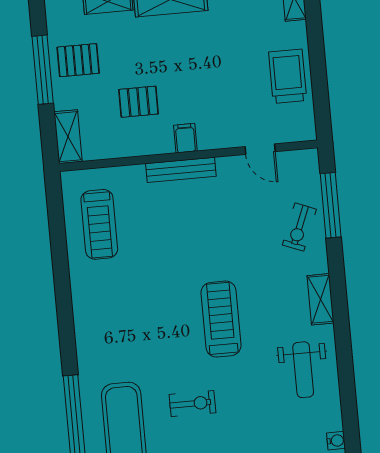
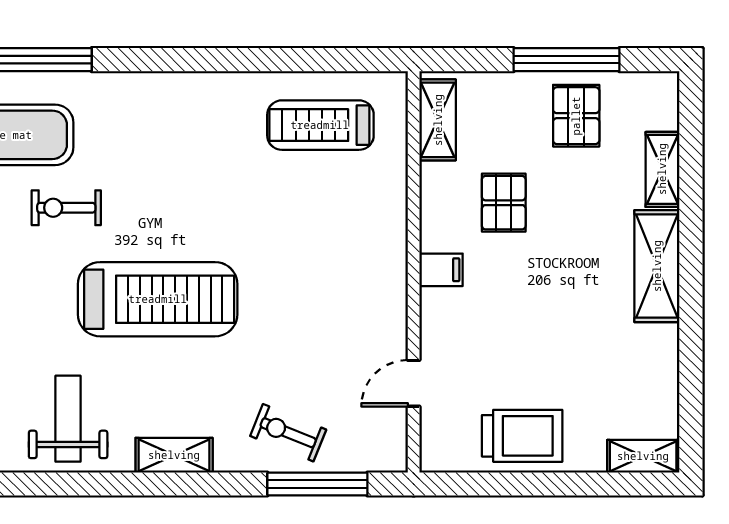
shelving: (68, 137) -> (438, 120), moved, turned 90
bench: (181, 170) -> (393, 258), removed
treadmill: (221, 319) -> (158, 299), width x1.37, depth x1.38
weight bench: (303, 370) -> (68, 419), turned 90
exercise bike: (192, 404) -> (66, 208), moved, turned 90

